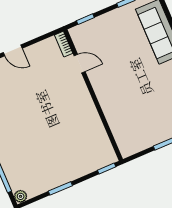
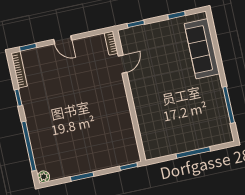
door: (80, 64) -> (123, 64), hinge flipped

